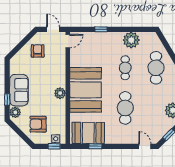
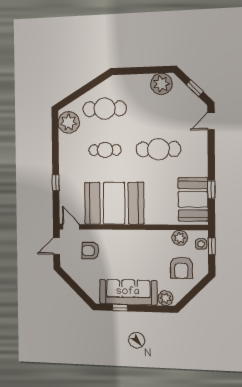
plant: (131, 40) -> (69, 122), moved
armchair: (38, 51) -> (90, 251), moved
sofa: (19, 90) -> (128, 292), width x1.36
booth: (85, 90) -> (114, 203), moved
plant: (60, 93) -> (180, 238), moved
window: (7, 99) -> (120, 308), moved

